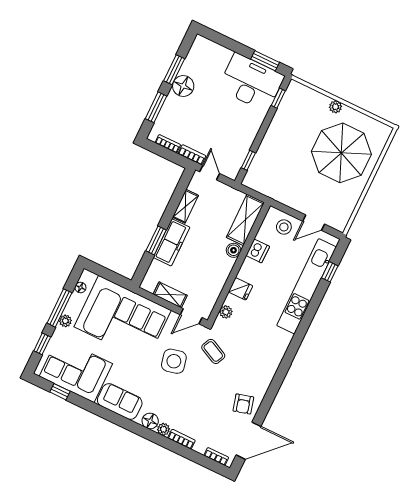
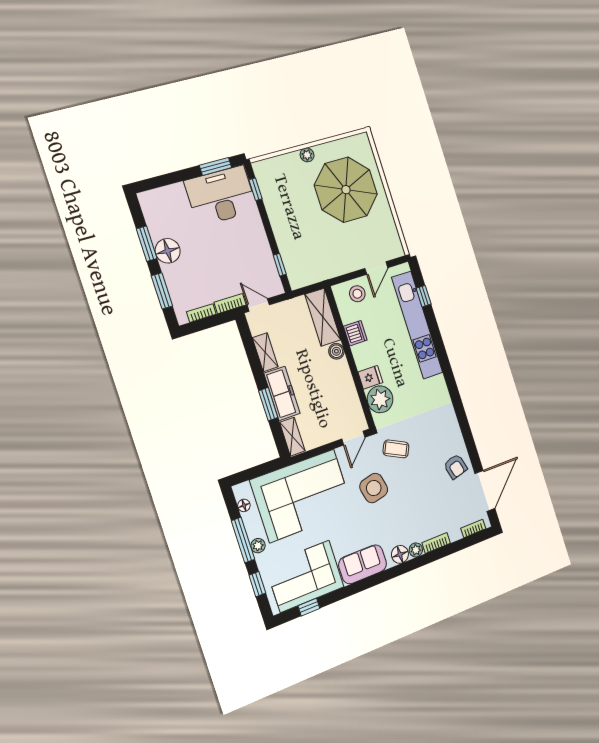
shelving: (170, 295) -> (292, 437), moved, turned 90
plant: (226, 312) -> (380, 399), width x1.87, depth x1.87

